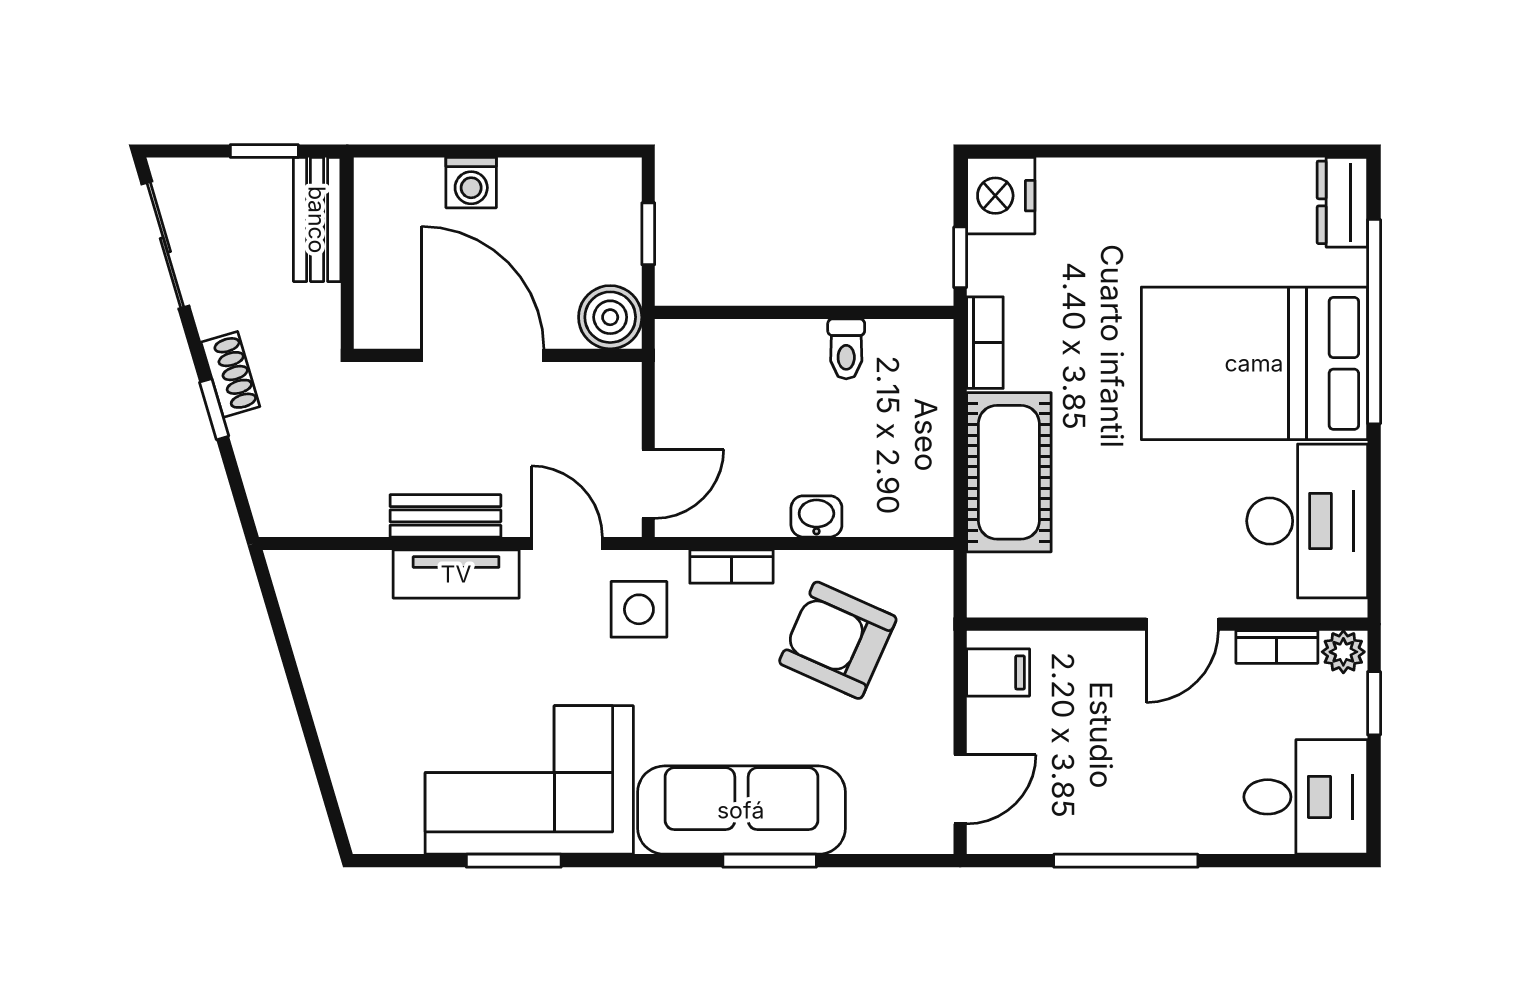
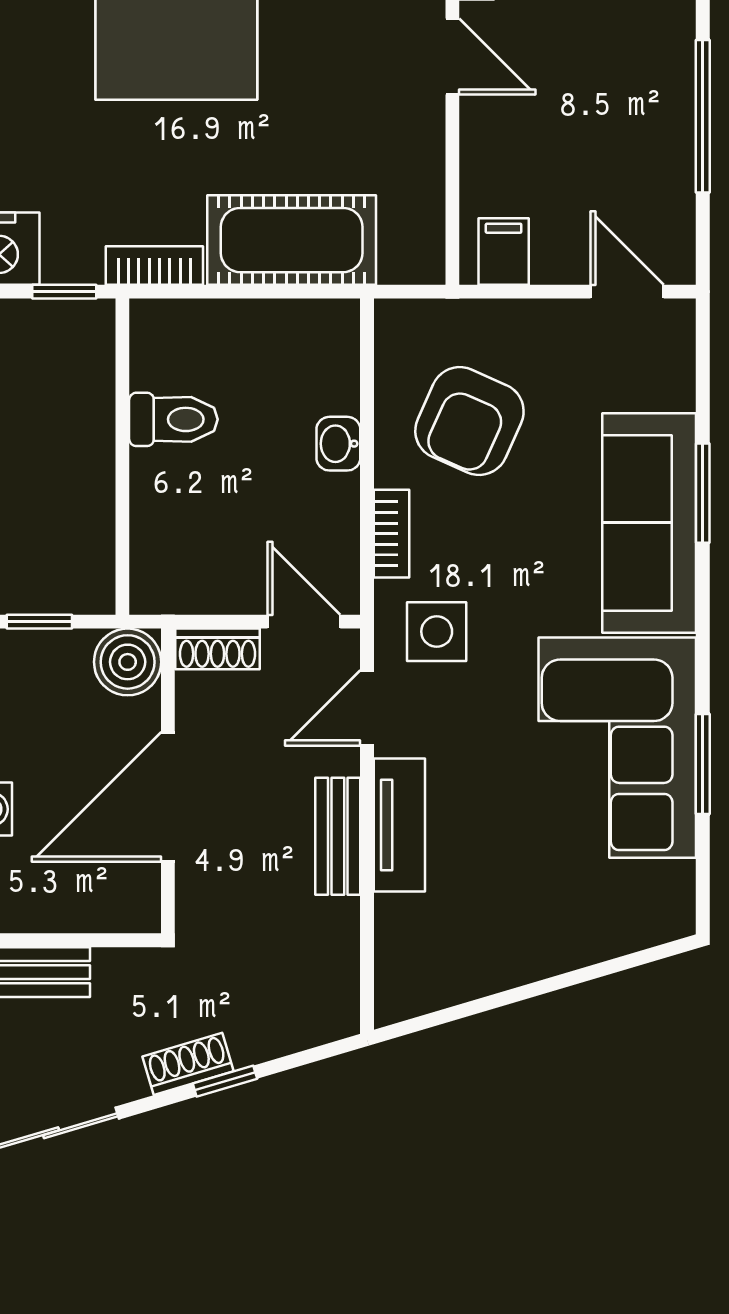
toilet: (846, 349) -> (173, 419), width x1.37, depth x1.39
shoe rack: (623, 402) -> (217, 649), added

